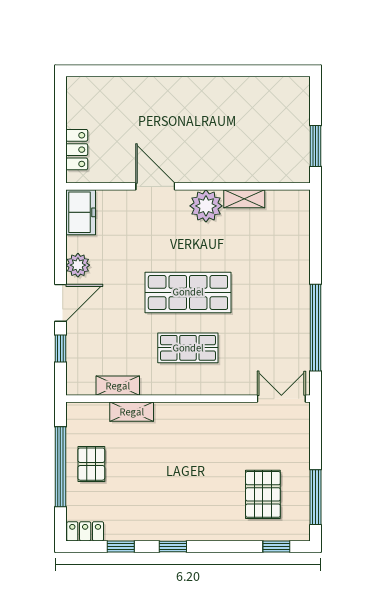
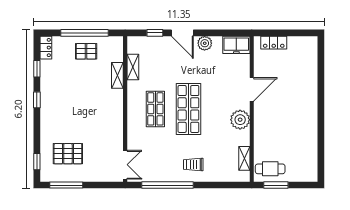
cafe table: (288, 156) -> (270, 169), added
shelving: (244, 199) -> (244, 158), moved
trolley: (281, 284) -> (193, 164), added

